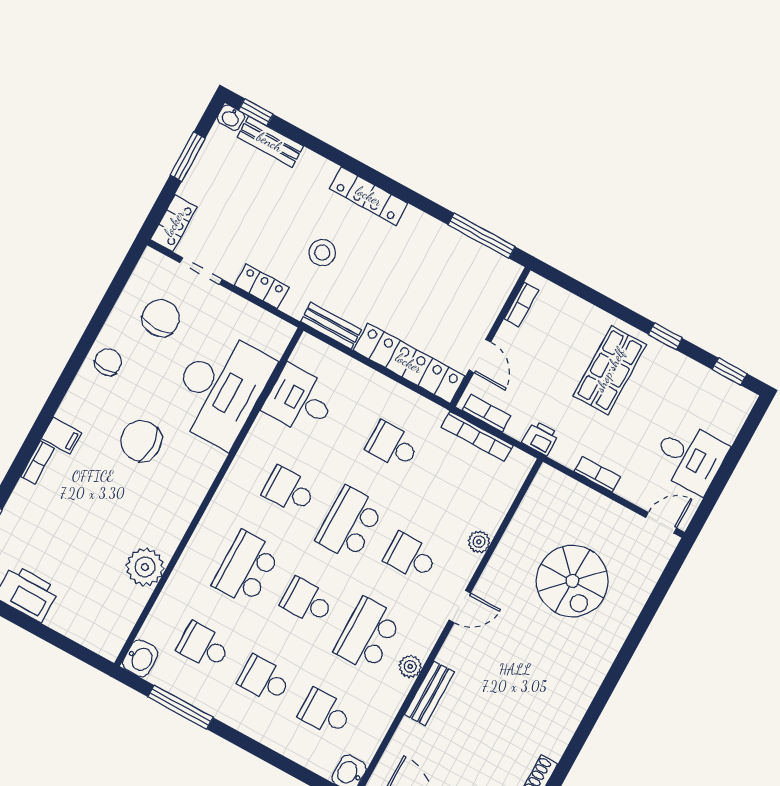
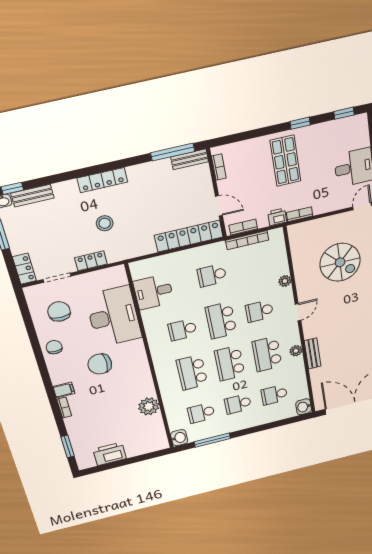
bench: (331, 326) -> (190, 159), moved
bookcase: (597, 474) -> (300, 214), moved
school desk: (307, 601) -> (230, 363), width x1.85

